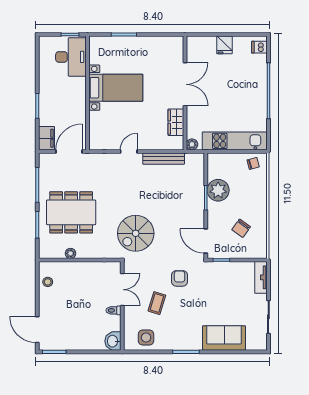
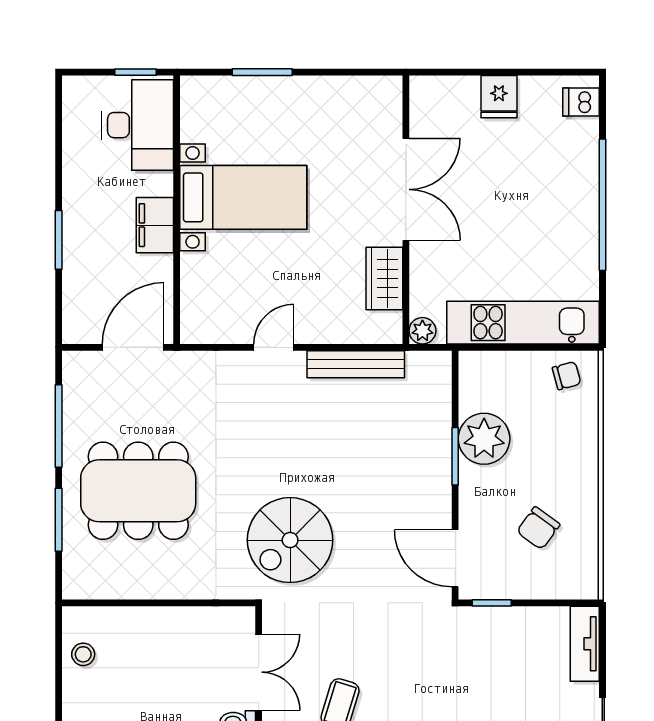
filing cabinet: (47, 138) -> (155, 225), moved, turned 180
plant: (71, 253) -> (137, 587), removed
armchair: (180, 278) -> (393, 646), removed

